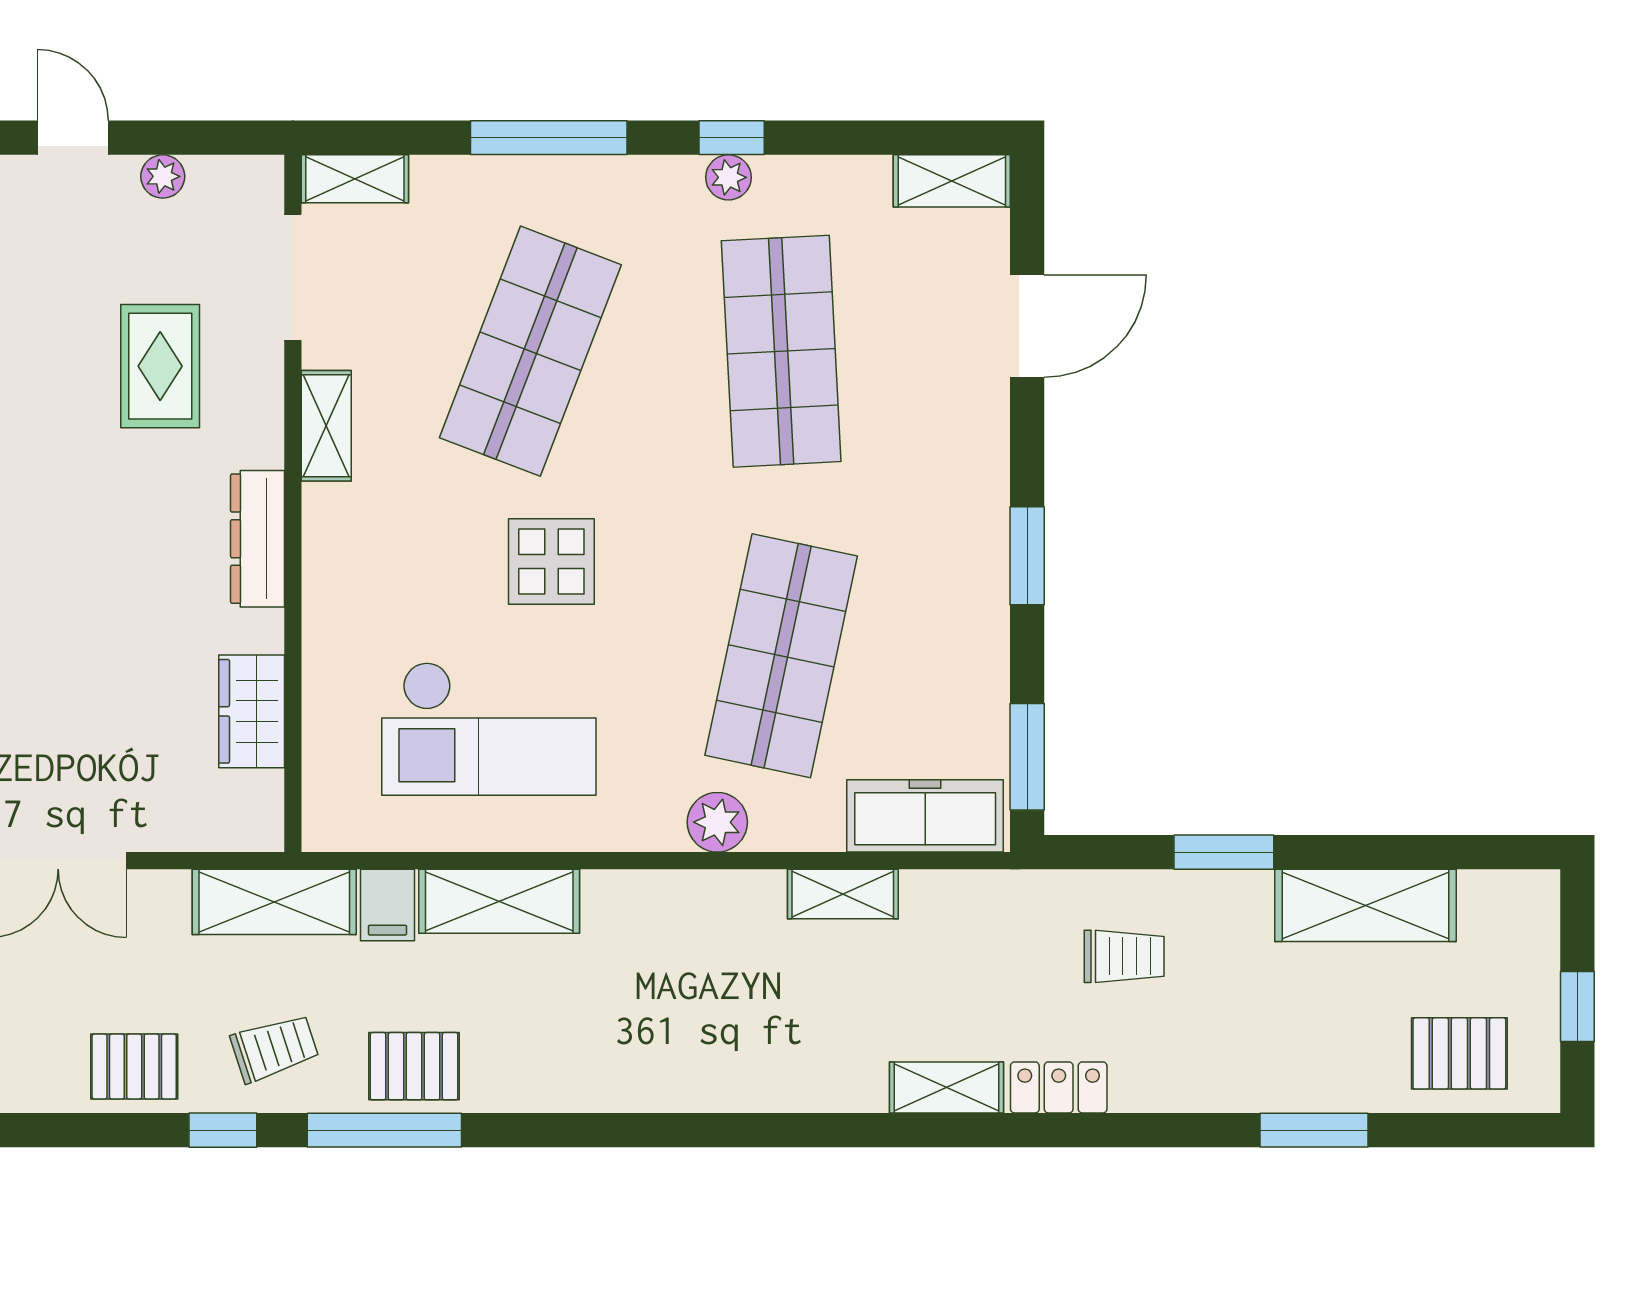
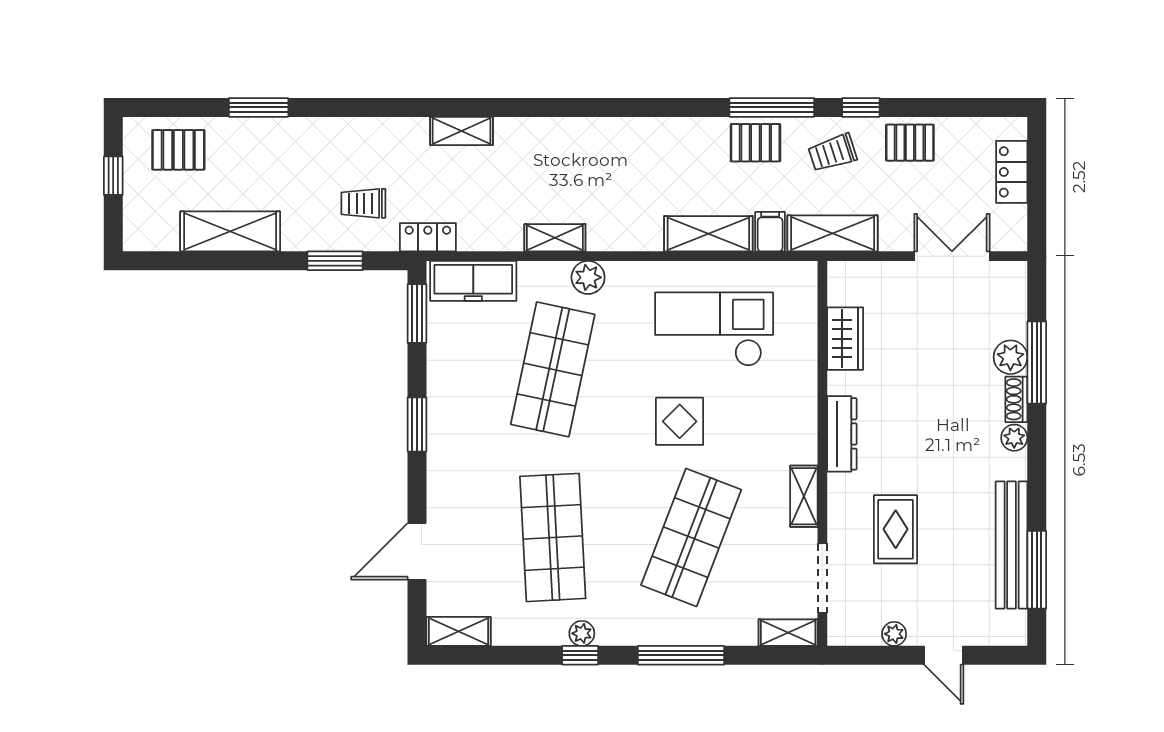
window: (1224, 852) -> (335, 261), moved
shelving: (843, 894) -> (555, 238), moved
locker: (1059, 1087) -> (428, 237), moved, turned 180

